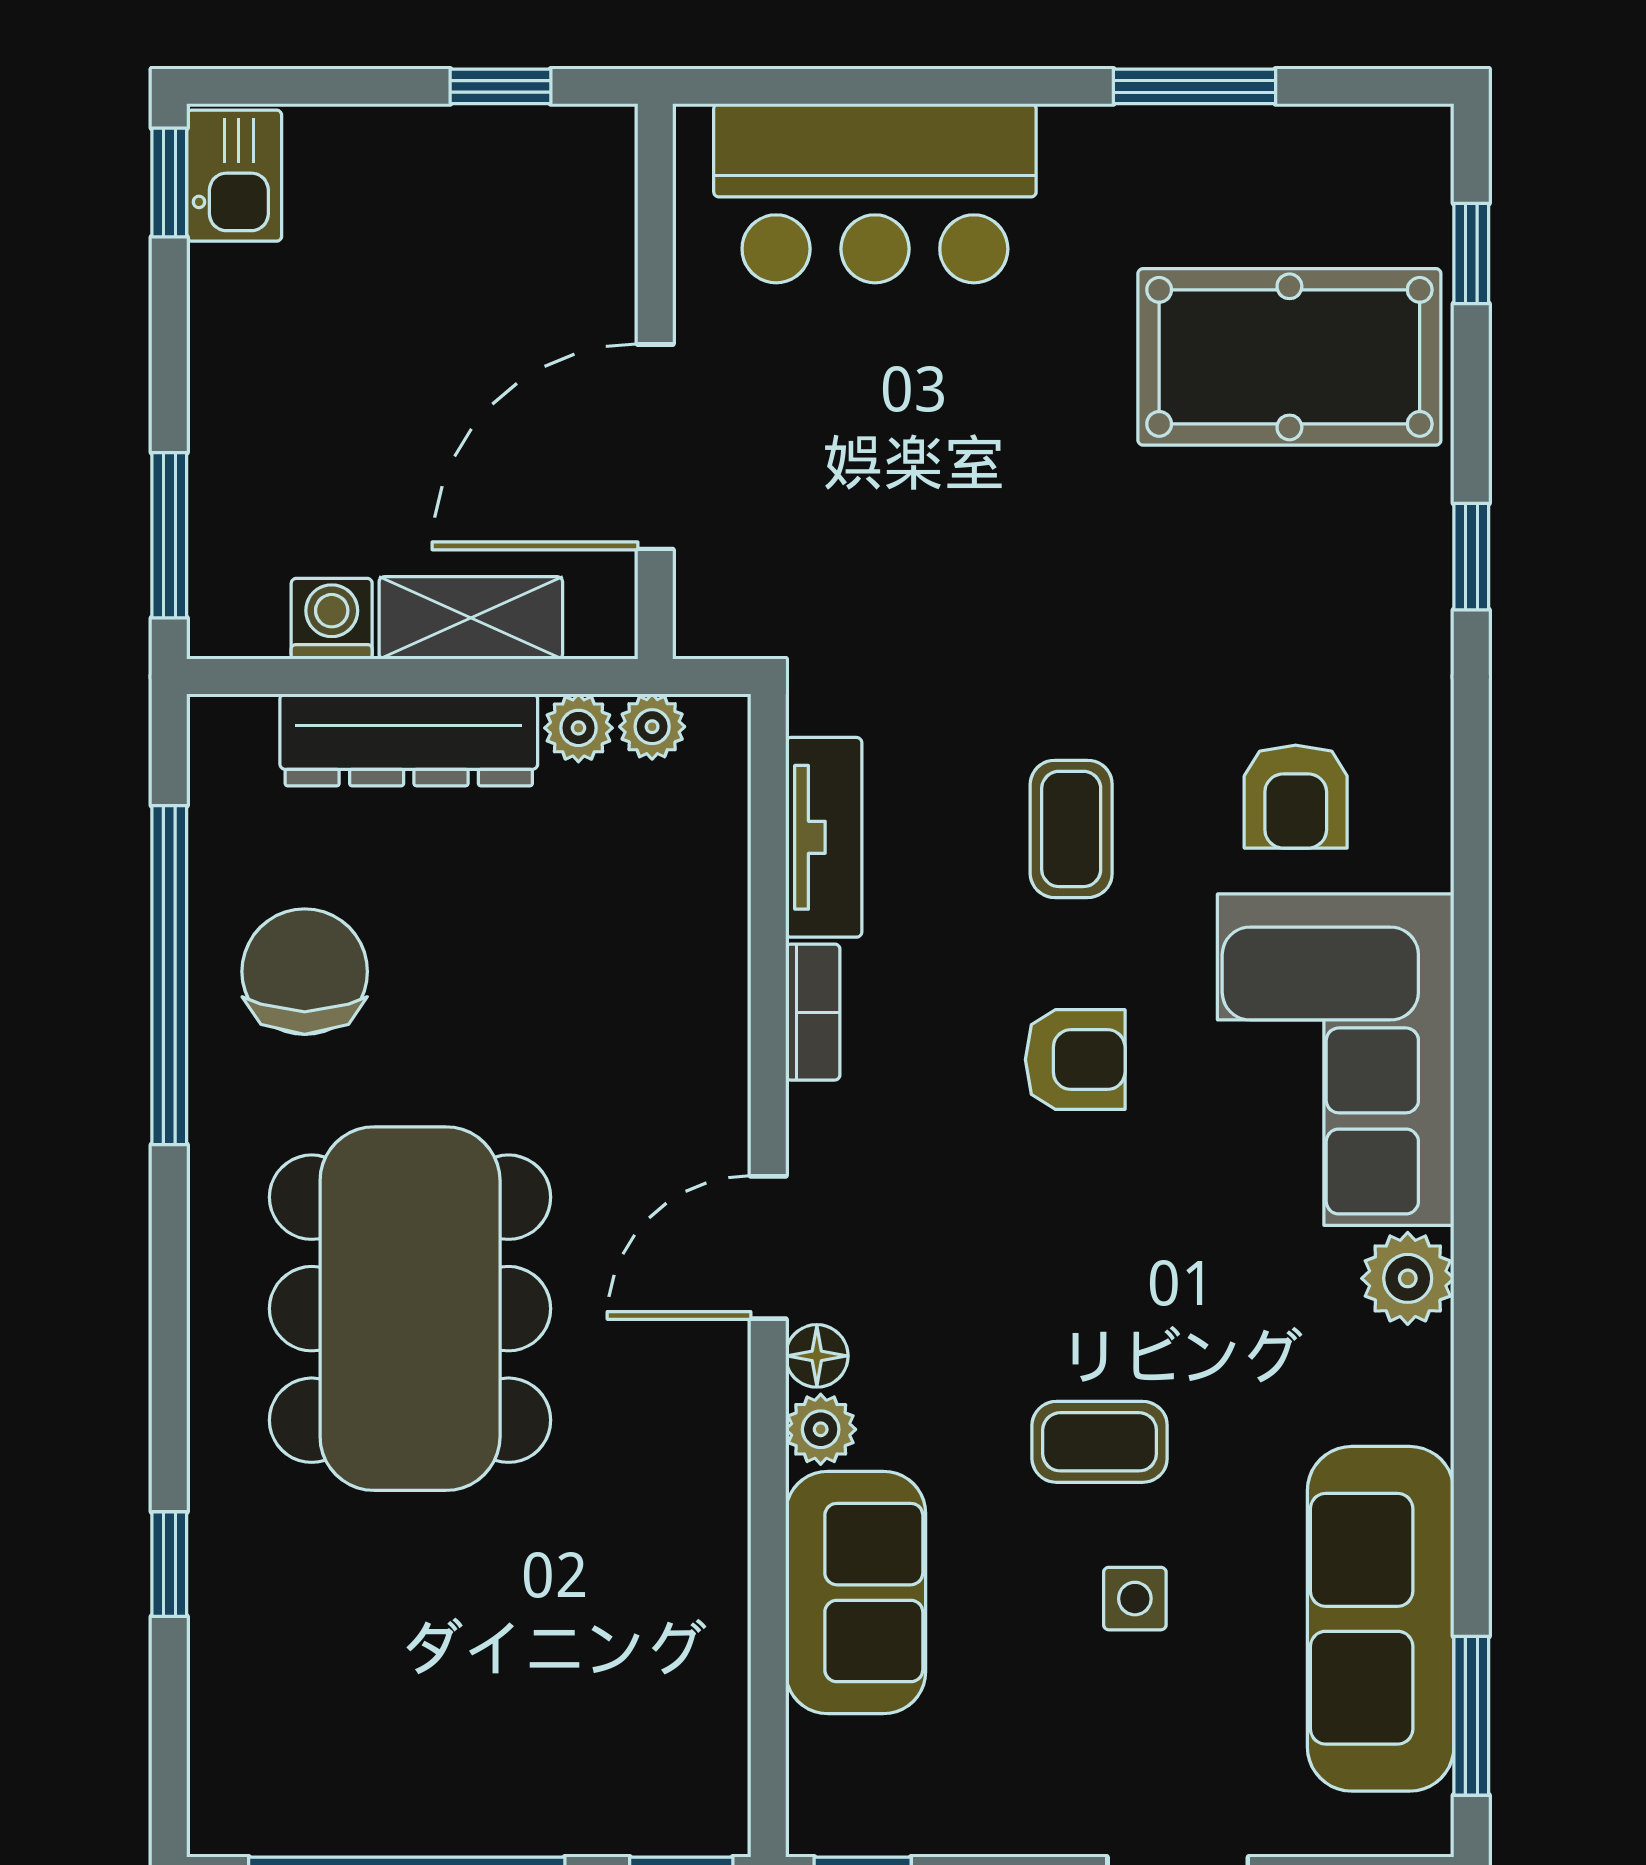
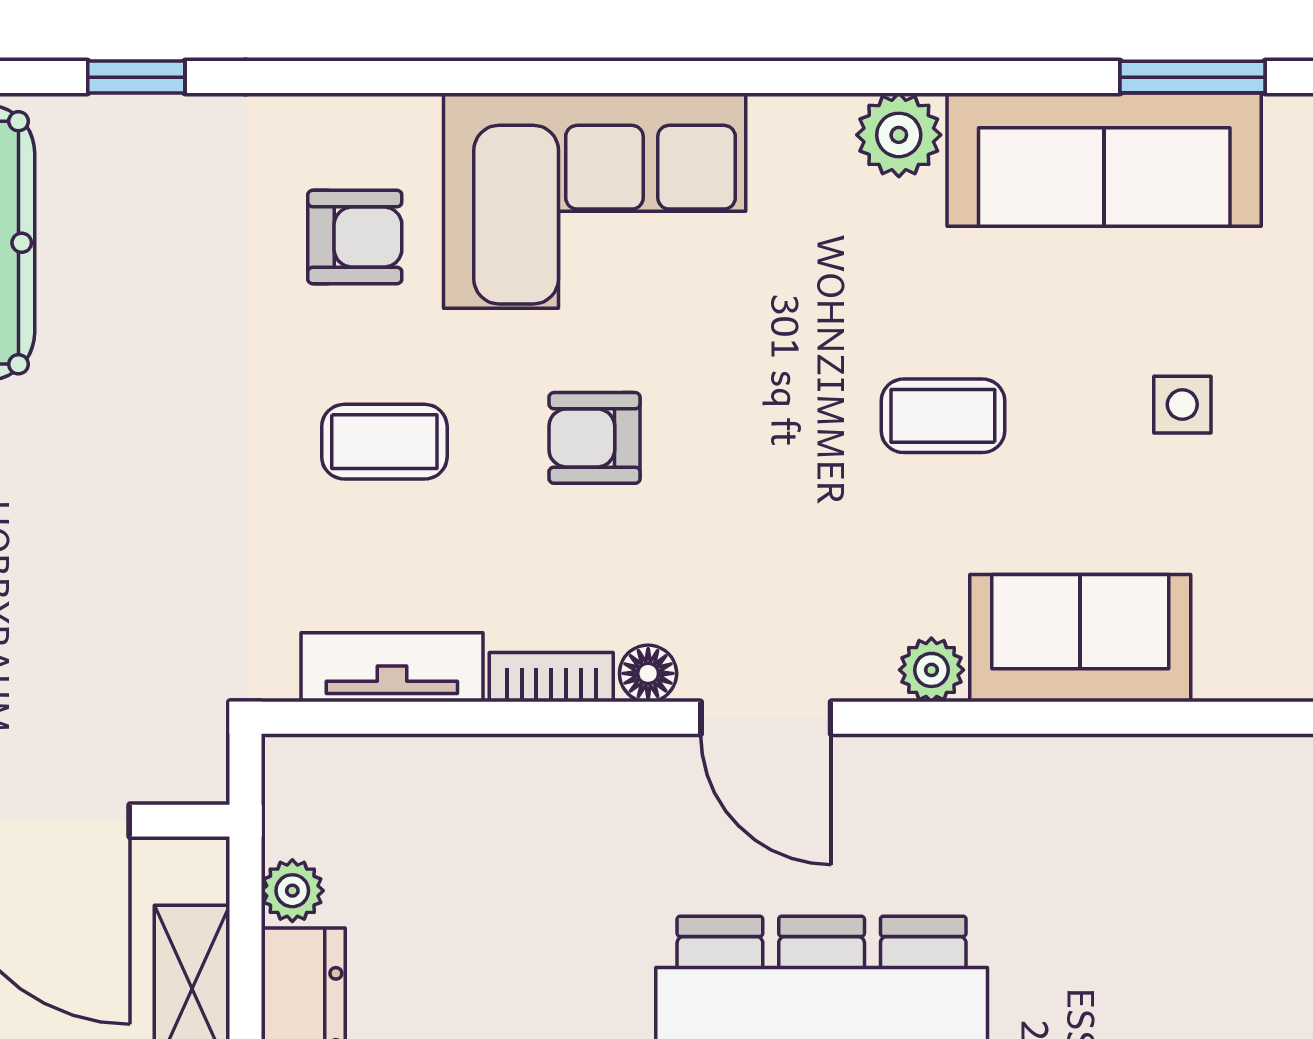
plant: (652, 727) -> (291, 824), removed
armchair: (1075, 1060) -> (595, 438), turned -90
plant: (1408, 1278) -> (899, 135), moved
floor lamp: (817, 1356) -> (648, 673), moved
coffee table: (1100, 1442) -> (943, 416), turned 90
side table: (1135, 1599) -> (1182, 405), moved

